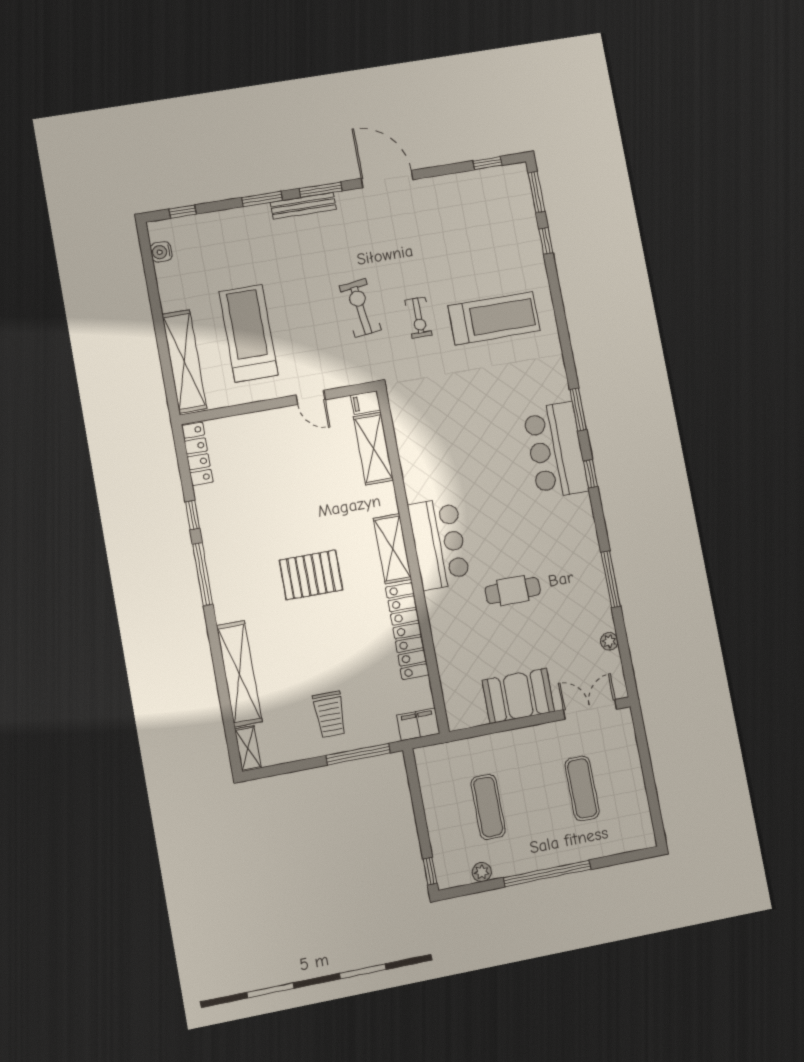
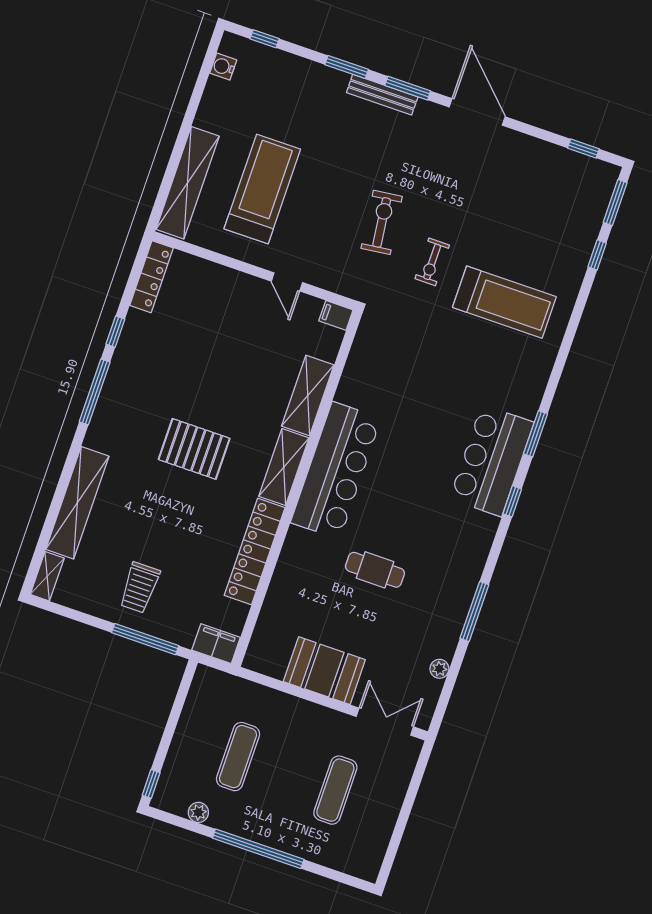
shelving: (373, 448) -> (308, 396), moved
bar counter: (439, 543) -> (336, 470), width x1.36

